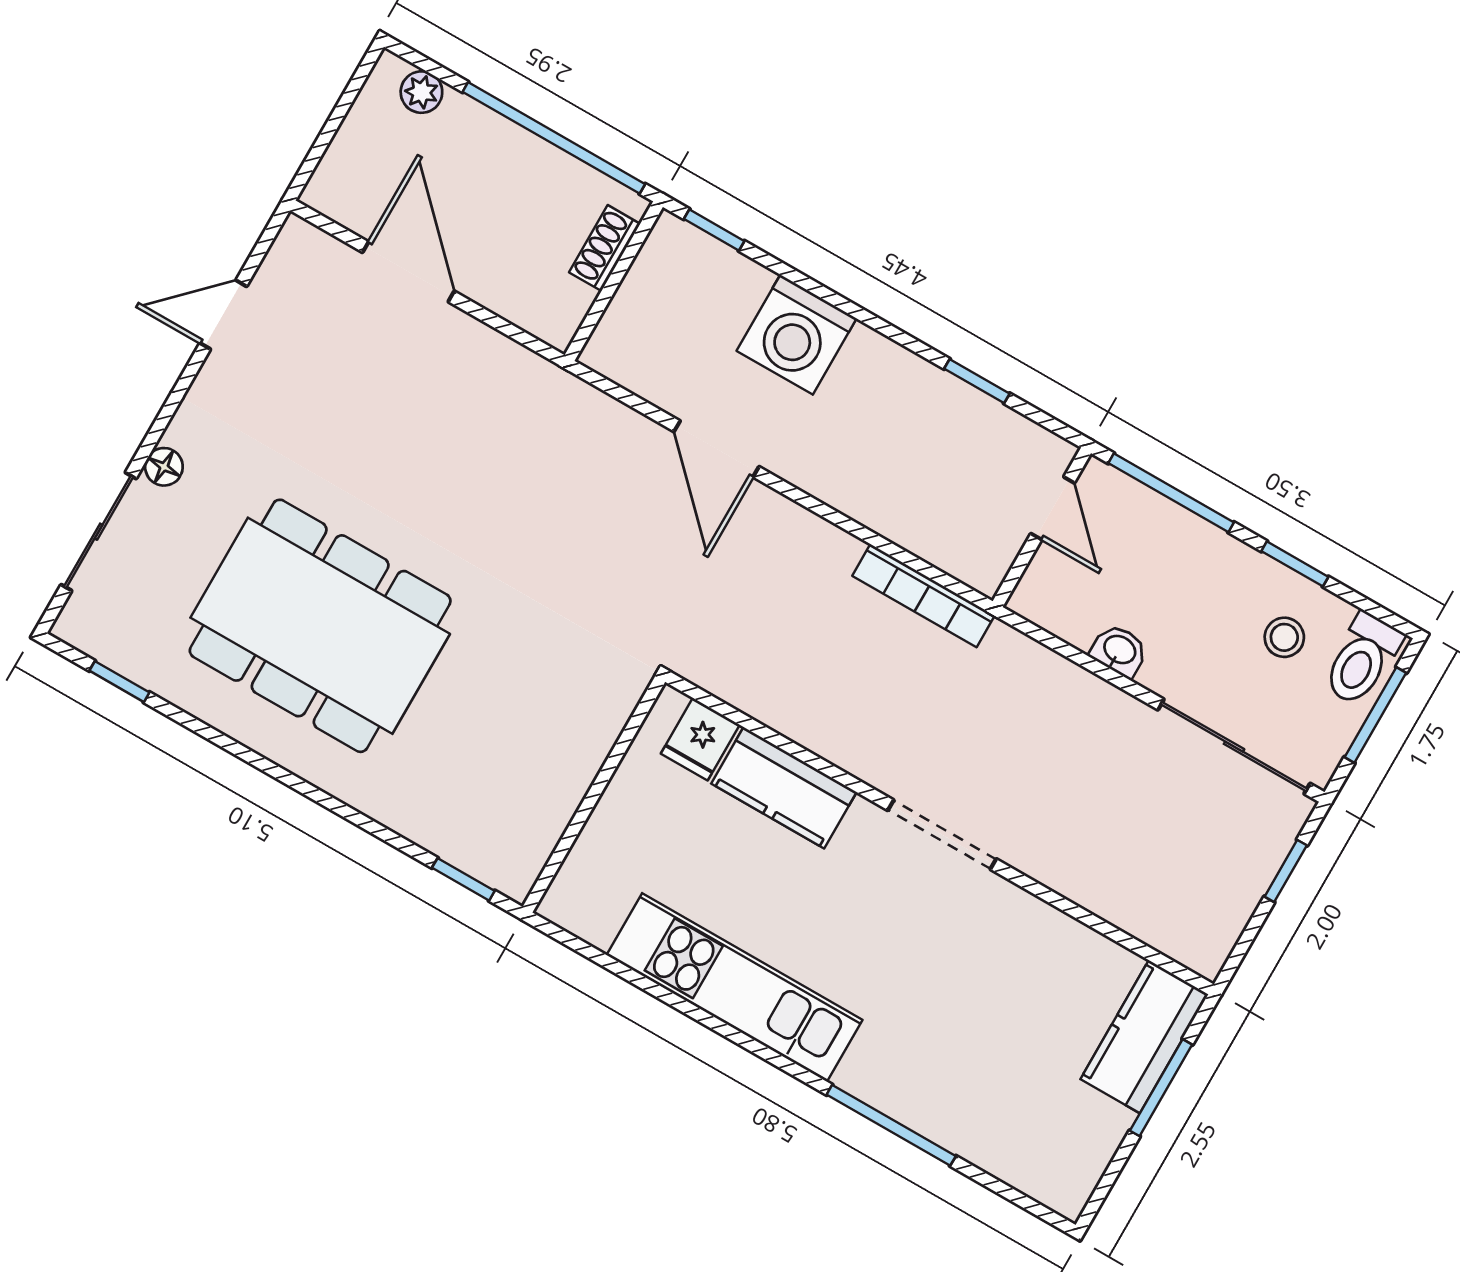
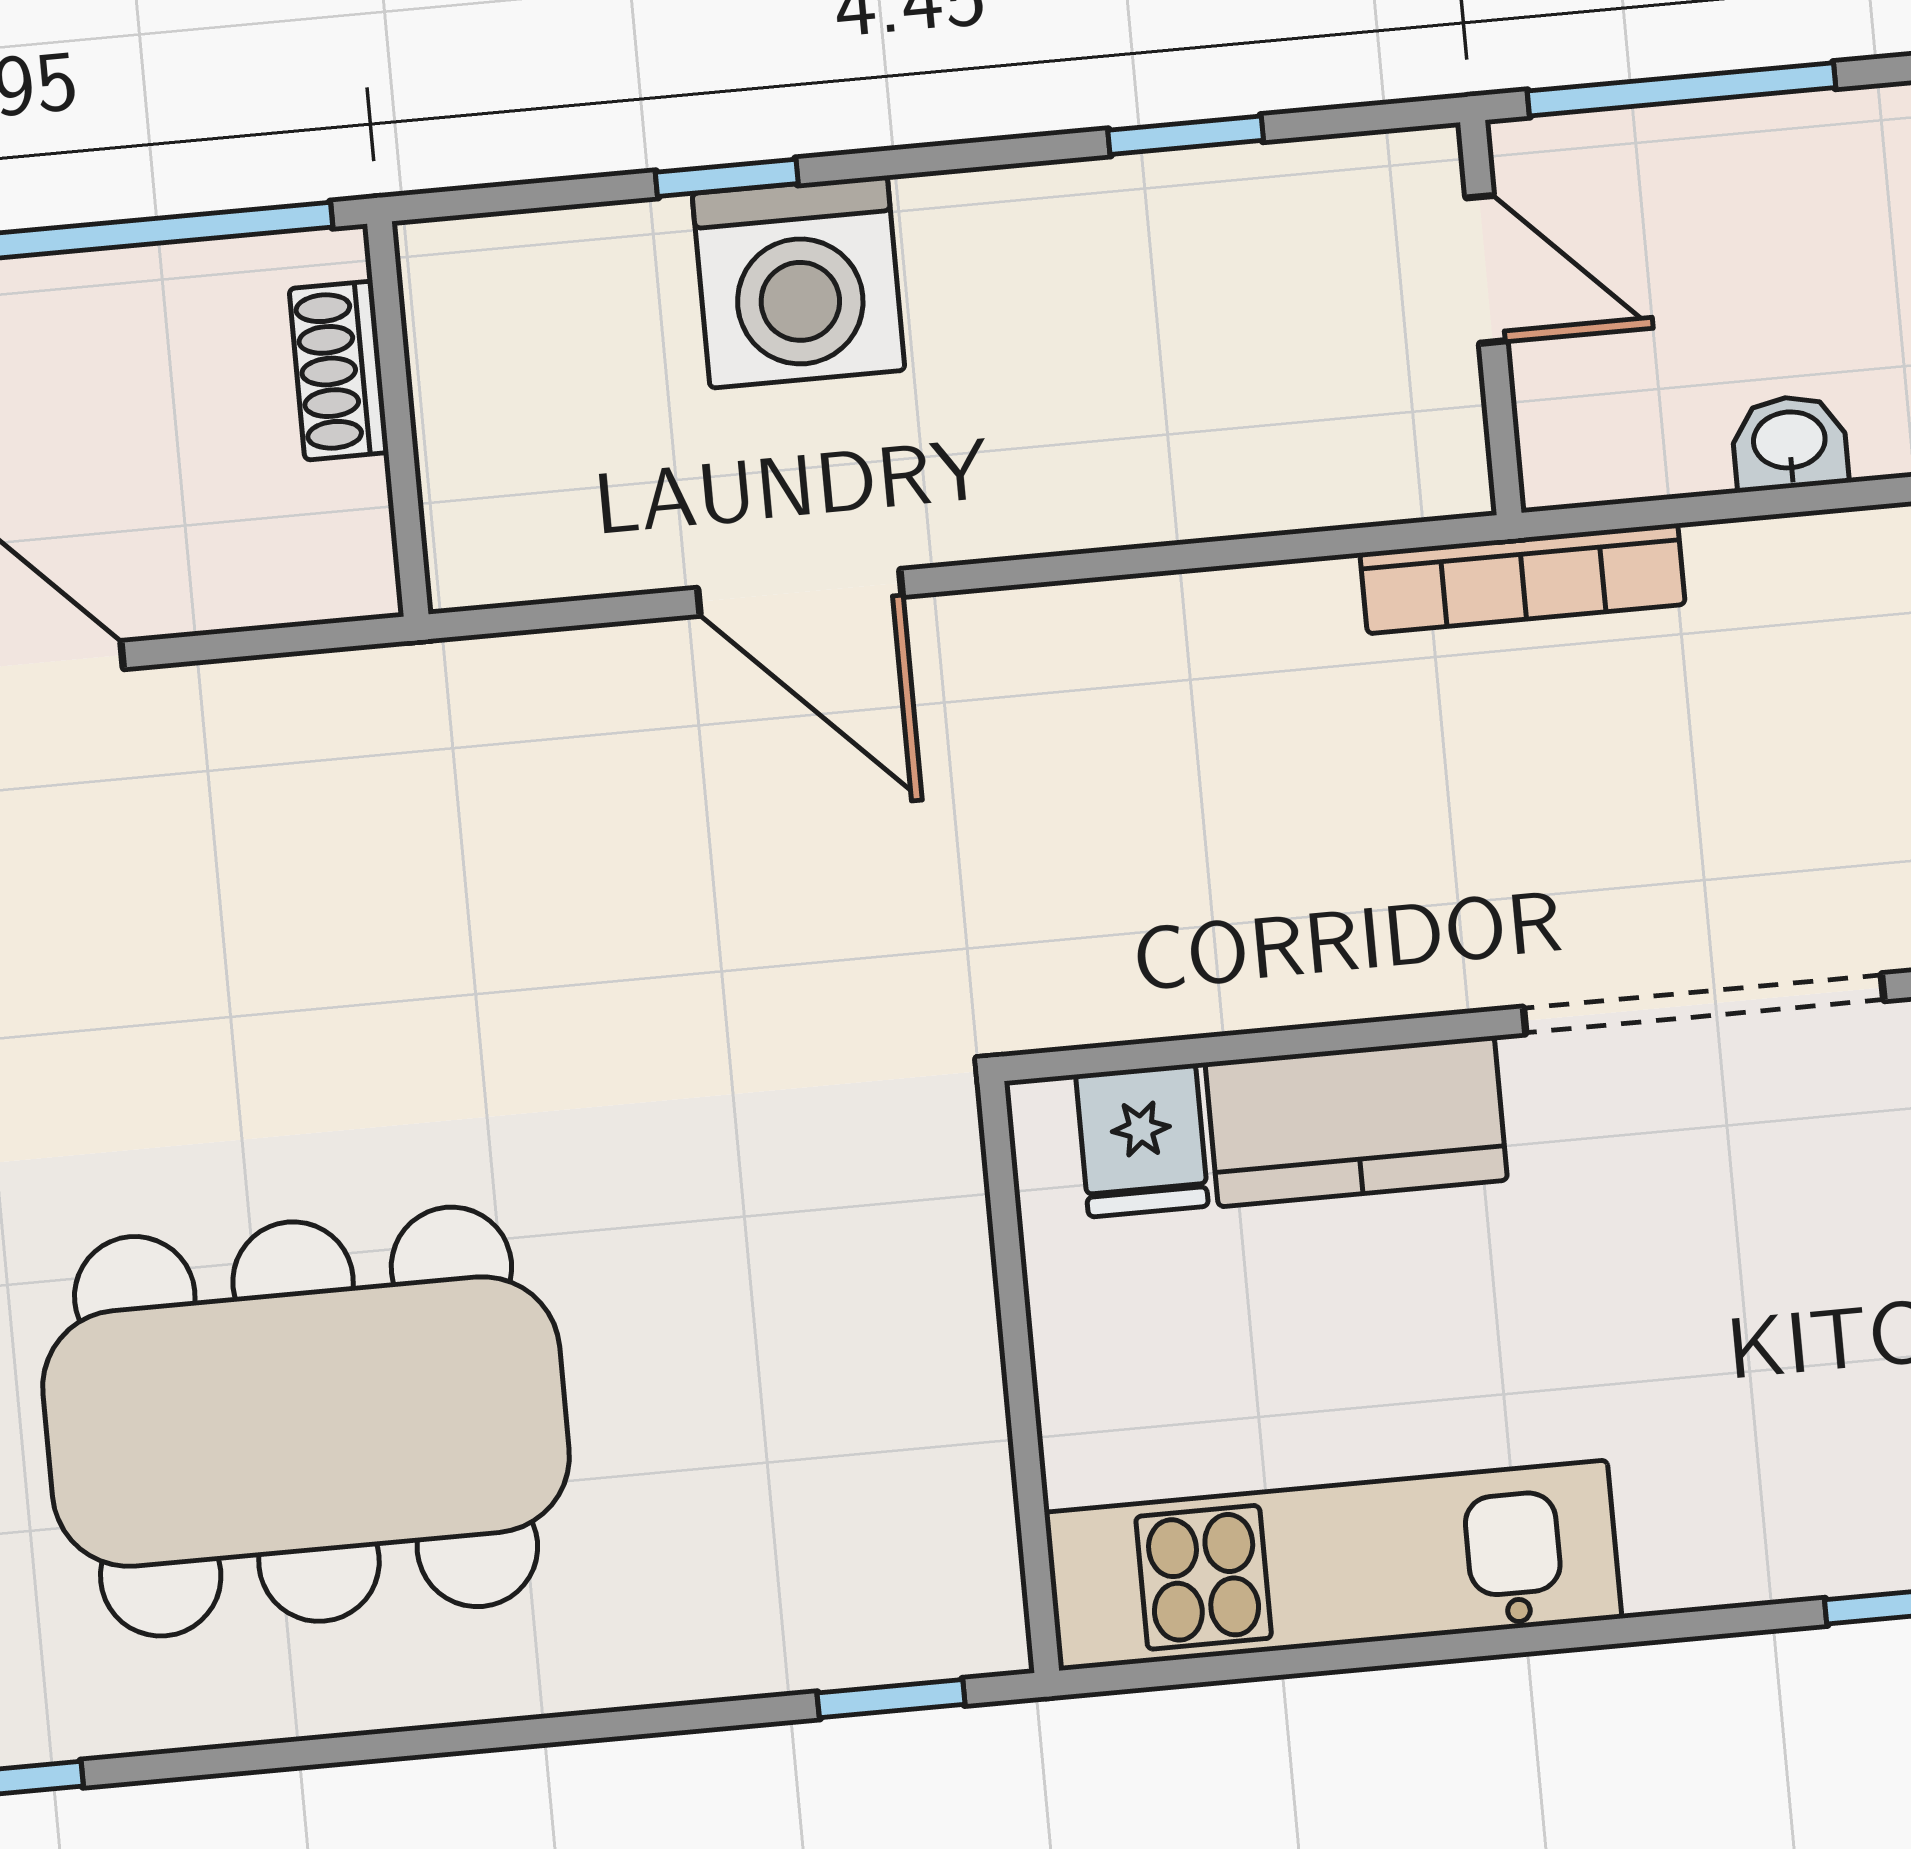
window: (714, 230) -> (727, 178), moved
bookcase: (924, 596) -> (1523, 579), moved
doorway: (942, 835) -> (1704, 1004), width x1.36
kitchen unit: (734, 987) -> (1333, 1565), moved

